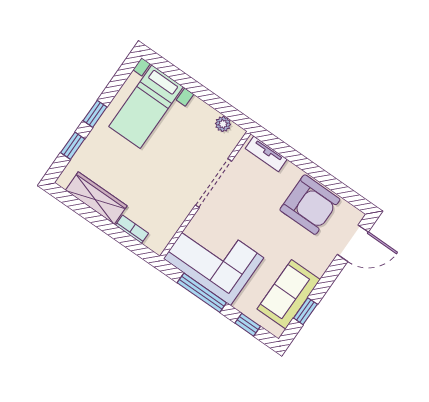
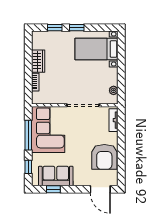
wardrobe: (96, 198) -> (38, 61), width x0.67

